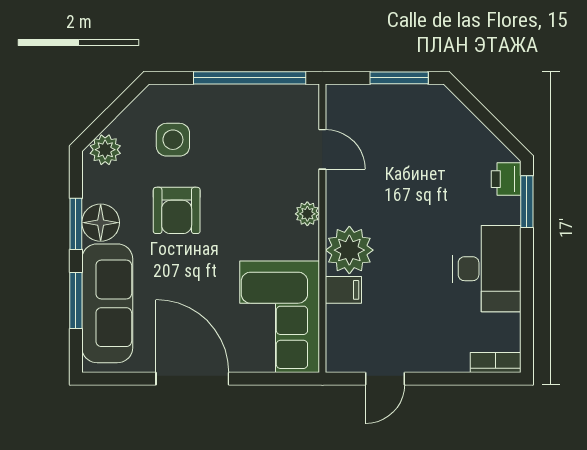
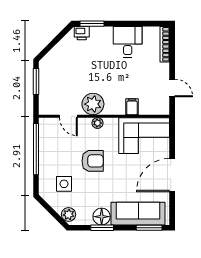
door: (322, 149) -> (68, 116), swing flipped
armchair: (177, 210) -> (93, 161), moved
plant: (349, 250) -> (93, 104), moved
desk: (487, 269) -> (128, 42), width x0.73
window: (76, 301) -> (149, 228), moved
bookcase: (496, 362) -> (165, 44), width x1.56

